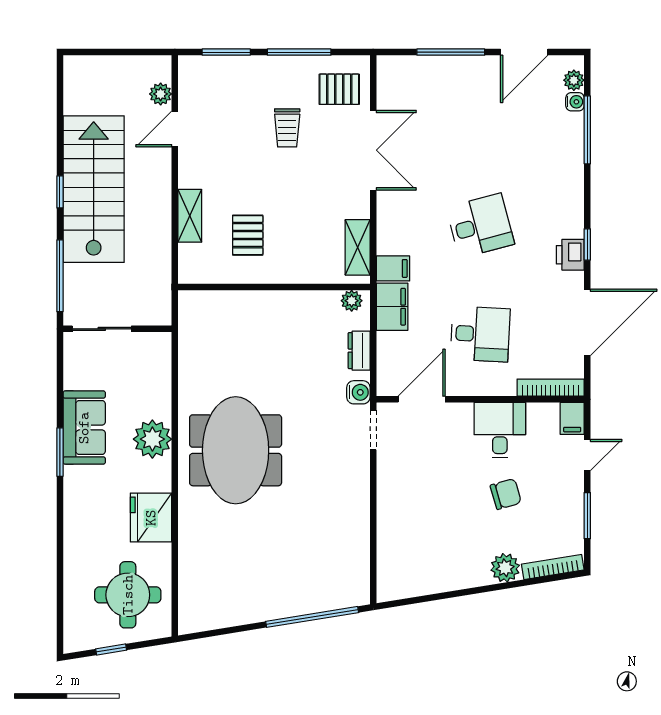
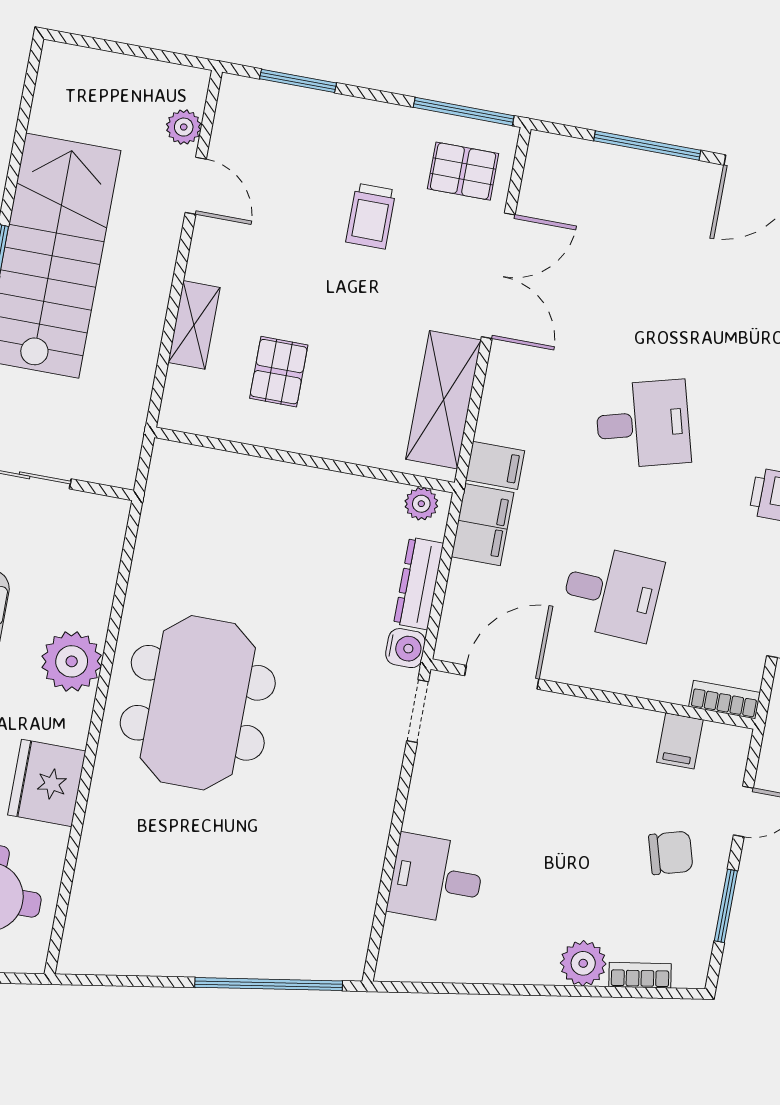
window: (299, 52) -> (464, 112), moved
door: (175, 129) -> (196, 186), swing flipped
shelving: (358, 247) -> (444, 400), width x1.50, depth x1.33
dresser: (359, 351) -> (419, 583), width x1.44
bookcase: (551, 388) -> (725, 700), width x0.64
filing cabinet: (572, 418) -> (680, 741), moved
desk: (500, 430) -> (436, 879), moved, turned -90
chair: (506, 494) -> (671, 853), moved
bookcase: (553, 567) -> (640, 975), width x0.64

